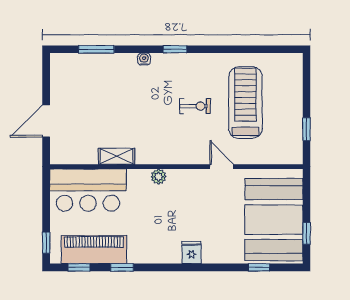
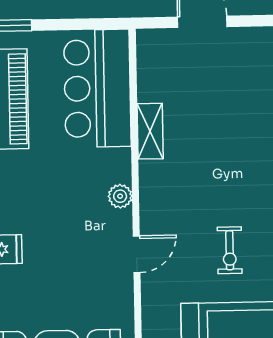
door: (222, 167) -> (137, 254), moved

